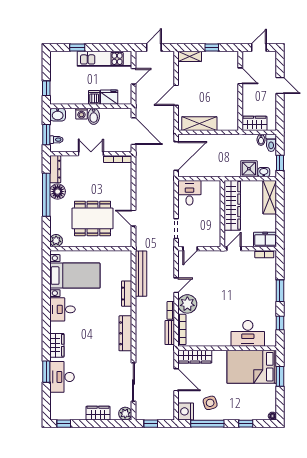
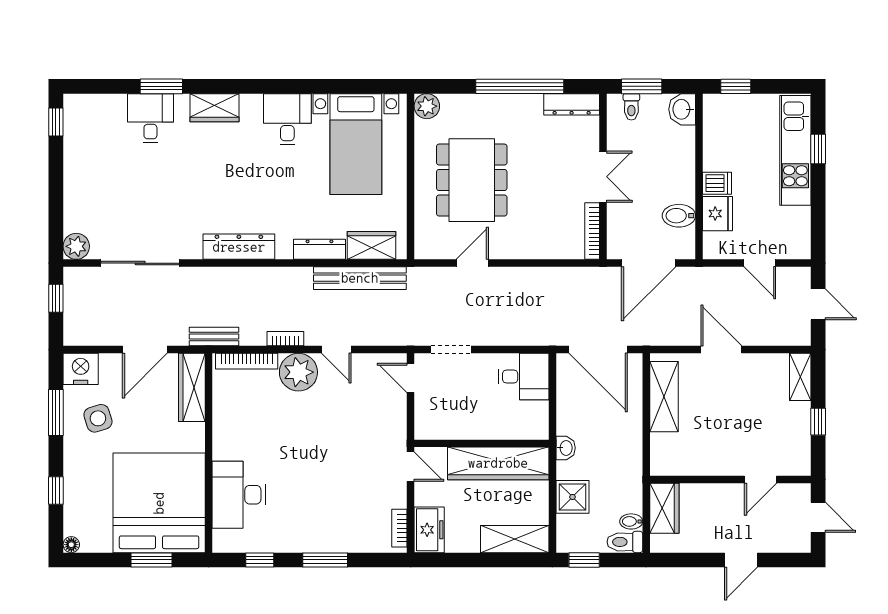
kitchen unit: (105, 59) -> (795, 150), moved
washing machine: (81, 114) -> (684, 158), removed
bidet: (94, 116) -> (679, 216), moved
washbasin: (264, 172) -> (566, 448), moved
floor lamp: (58, 192) -> (526, 109), removed
bench: (170, 333) -> (214, 337), moved
bed: (252, 367) -> (159, 503), width x1.36
desk: (62, 377) -> (150, 118), width x0.73
wardrobe: (98, 413) -> (371, 245), moved, turned -90
window: (207, 424) -> (56, 413), width x0.69

